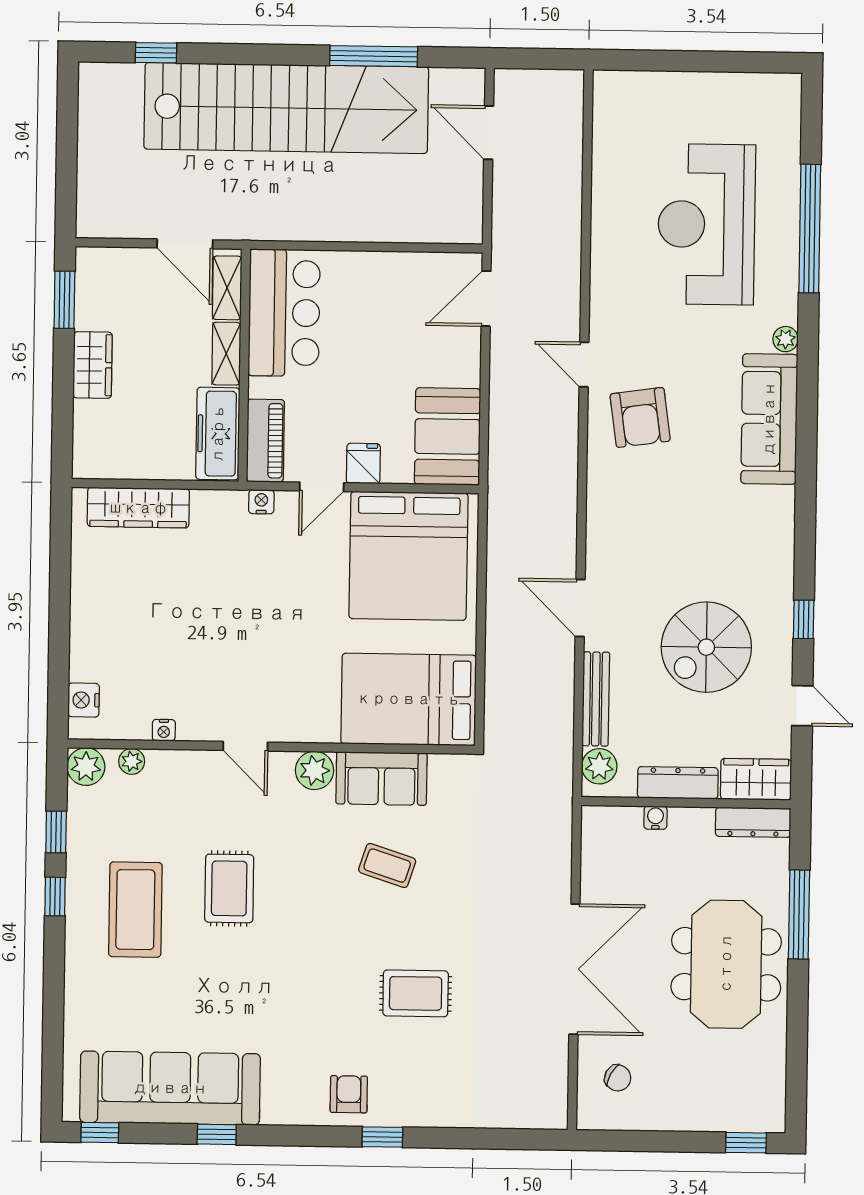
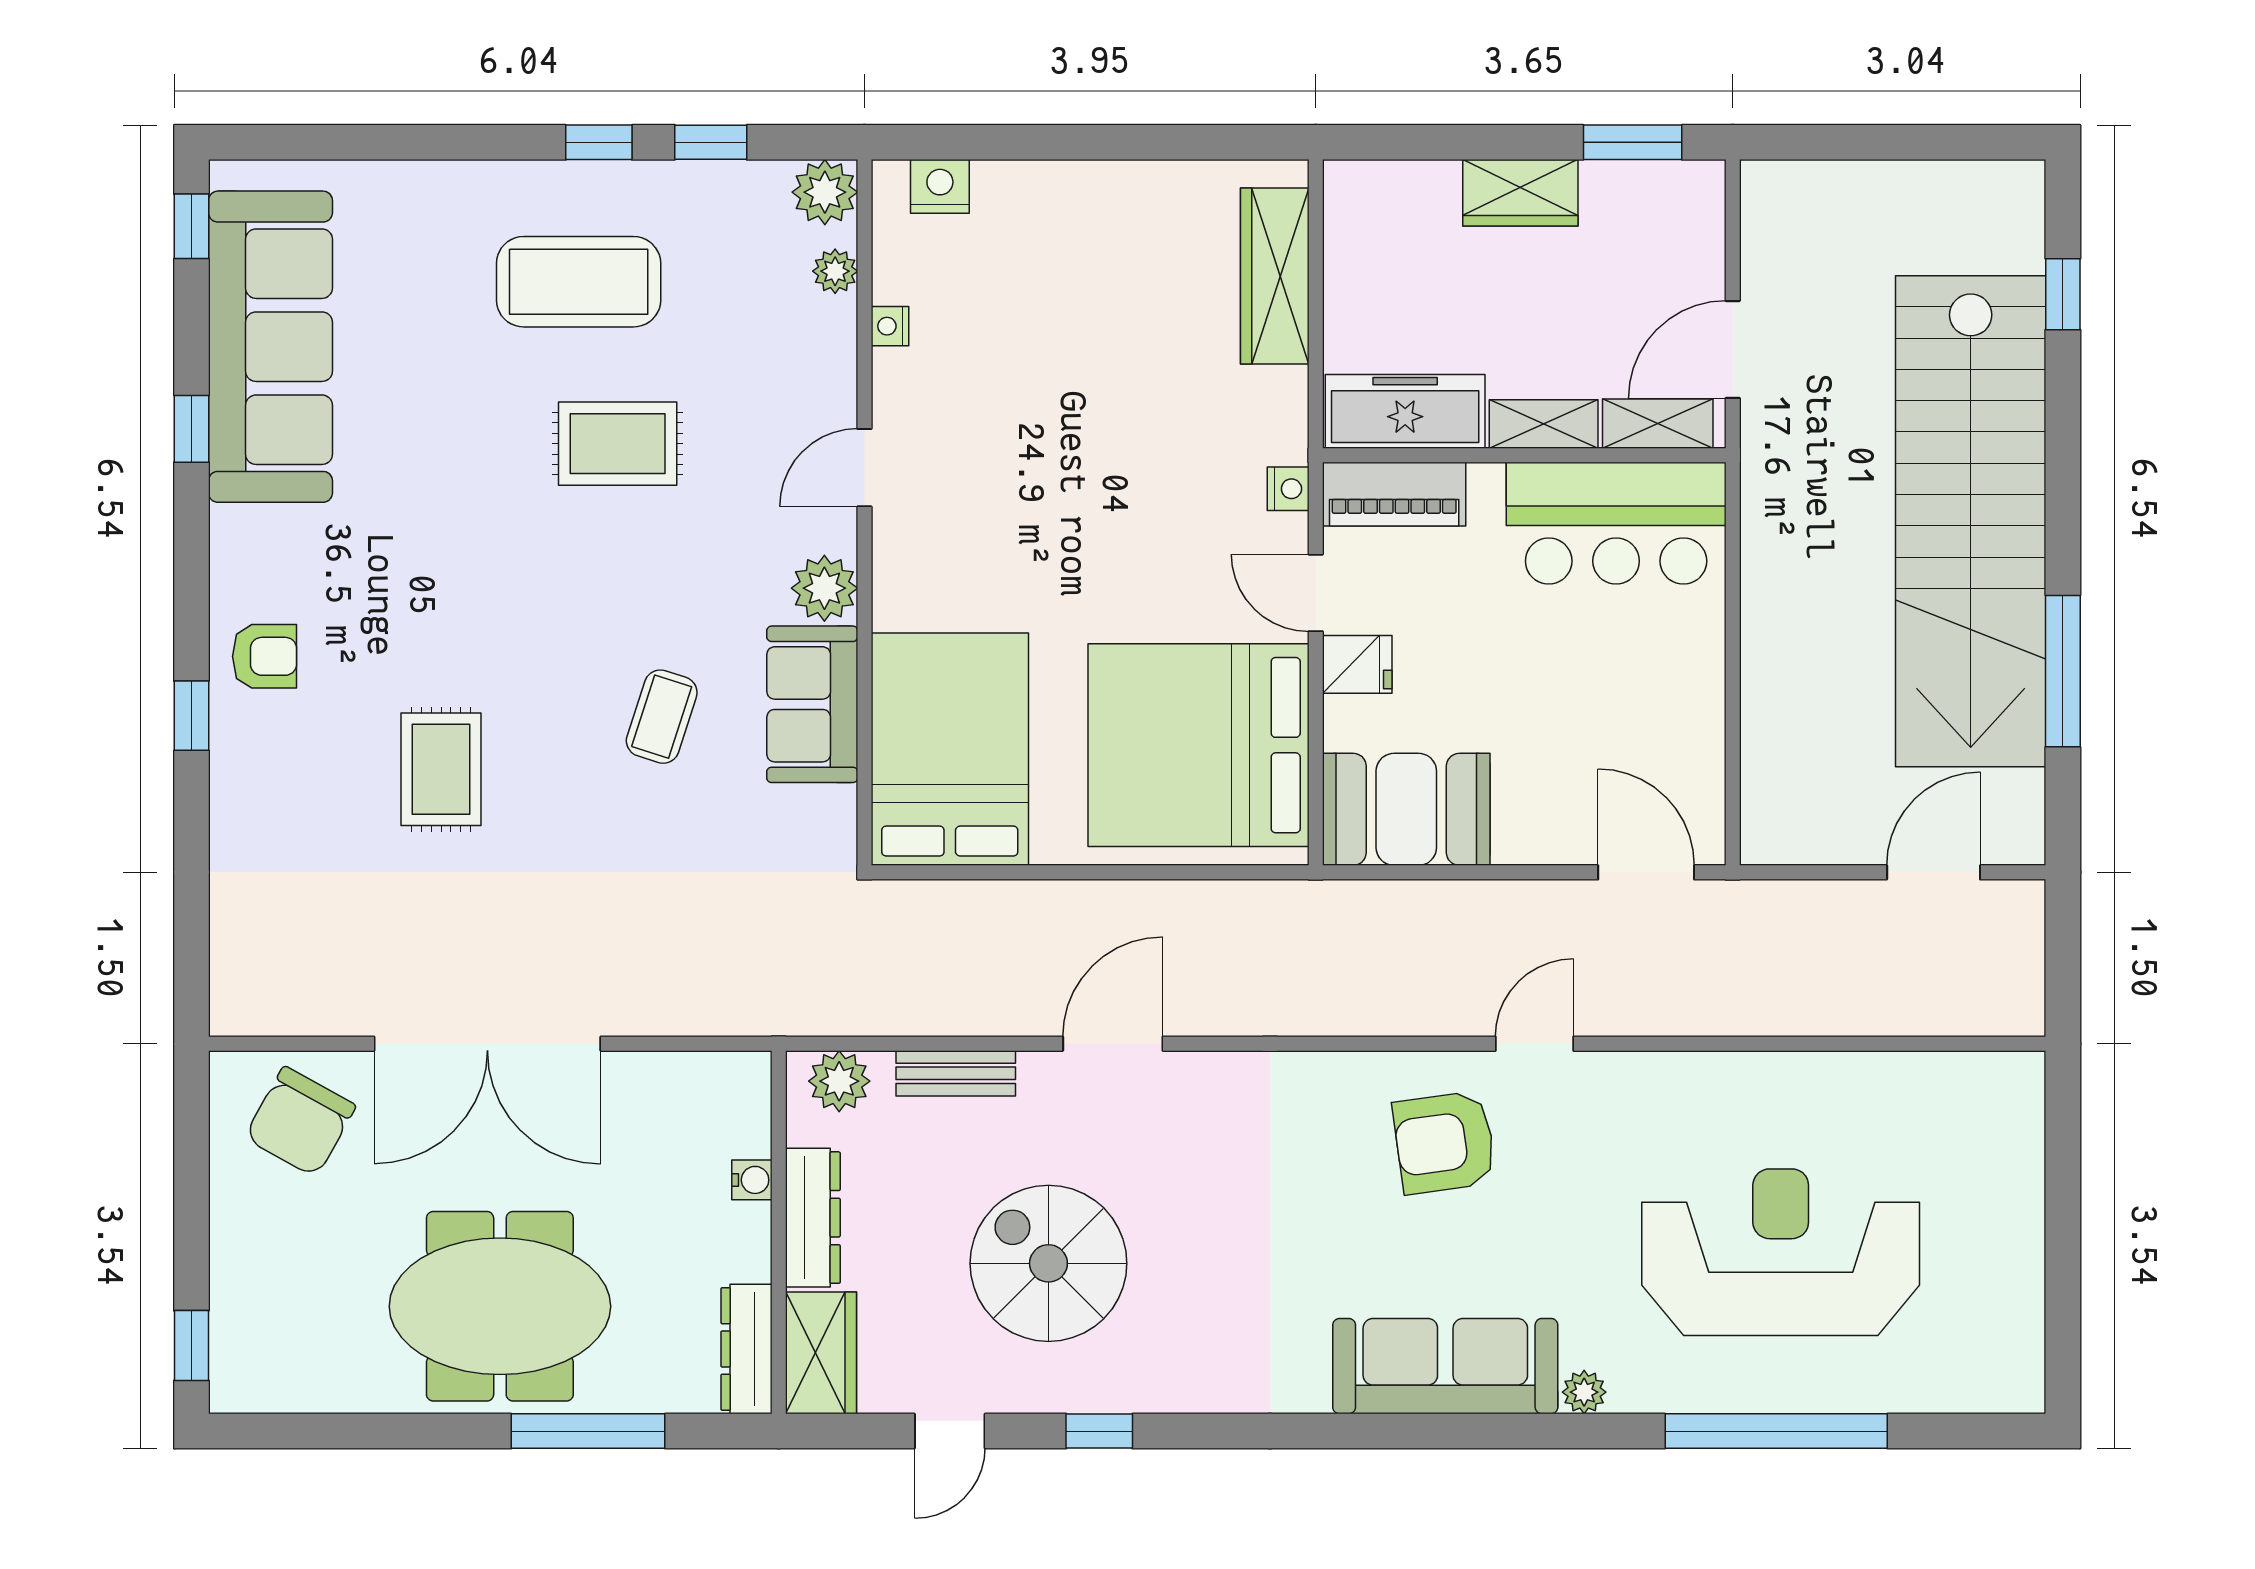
bench: (596, 699) -> (956, 1073), width x0.73
chair: (618, 1078) -> (300, 1122), width x1.87, depth x1.87

